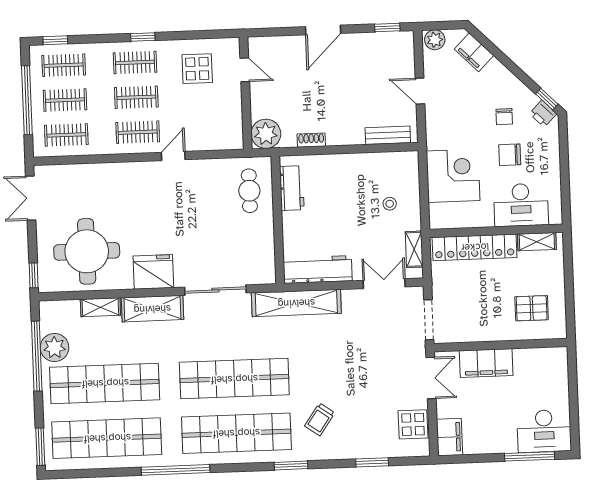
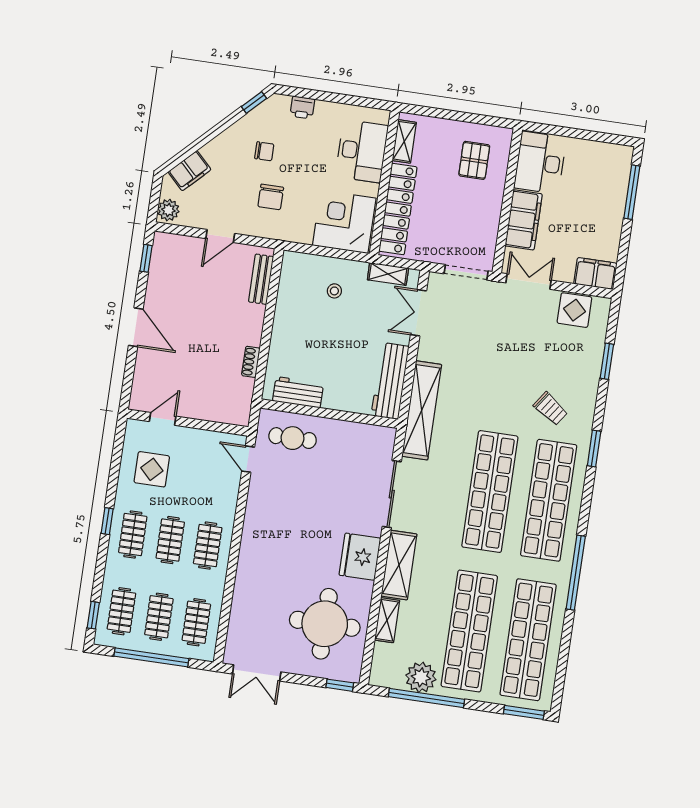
printer: (543, 114) -> (302, 108), moved, turned 45
plant: (266, 134) -> (235, 409), removed
chair: (510, 155) -> (271, 197), moved
door: (173, 156) -> (248, 459), moved
corner desk: (453, 176) -> (344, 222), moved
desk: (544, 431) -> (540, 163), moved, turned 180

